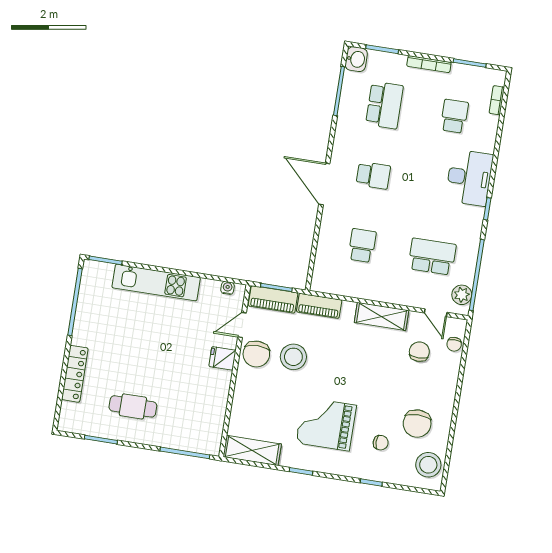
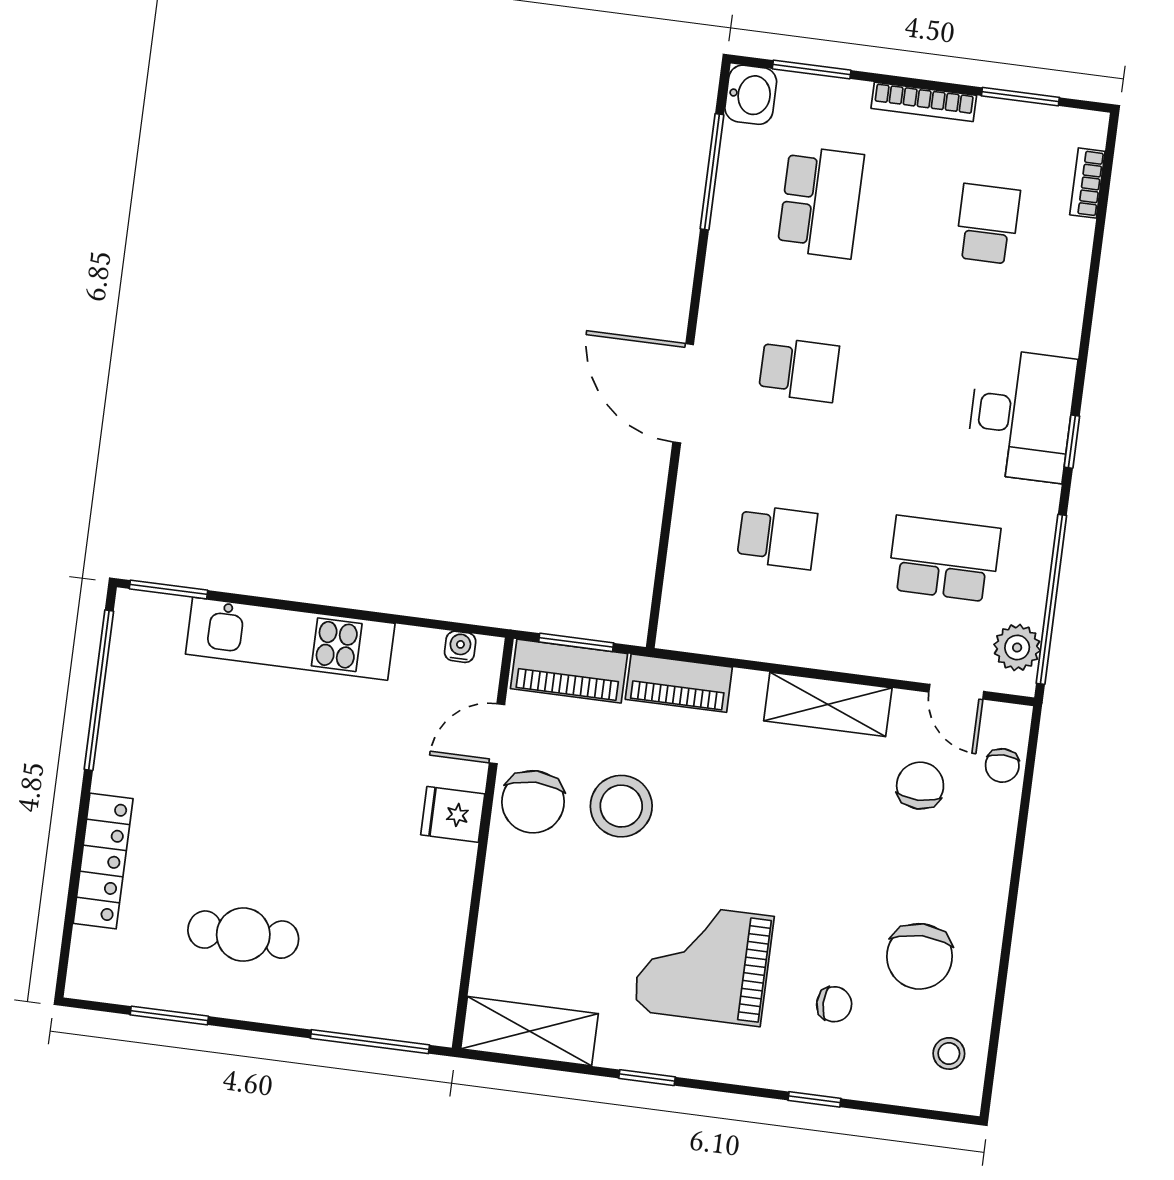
desk: (469, 178) -> (1021, 415), moved
school desk: (362, 246) -> (777, 537), turned 90
stool: (428, 465) -> (949, 1053), width x0.53, depth x0.53

